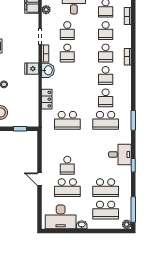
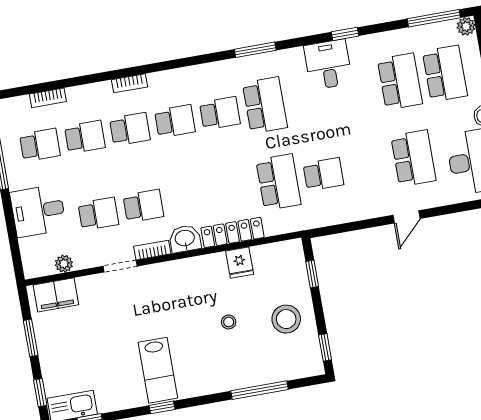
fridge: (32, 69) -> (240, 263), moved
locker: (47, 99) -> (232, 233), width x1.53
school desk: (67, 165) -> (323, 174), moved

